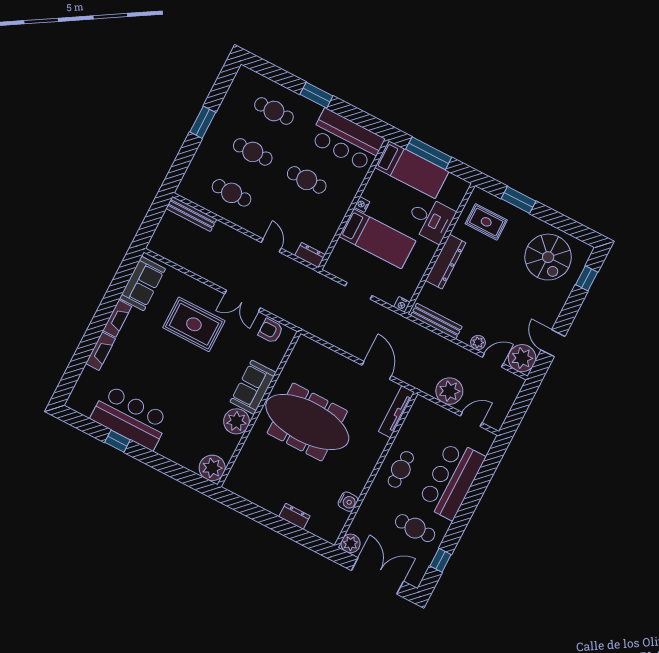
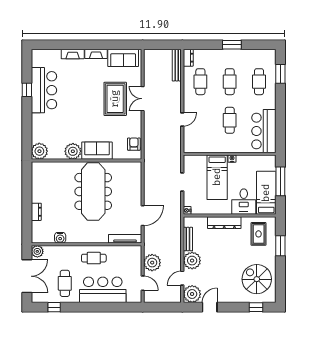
window: (316, 95) -> (280, 74), moved
bed: (412, 170) -> (266, 193), moved, turned 180
dresser: (310, 255) -> (188, 58), moved
spiral stairs: (548, 257) -> (257, 279), turned 90
double door: (242, 301) -> (143, 99), moved
bench: (436, 321) -> (188, 239), width x0.73
plant: (478, 343) -> (192, 261), width x1.87, depth x1.87
door: (493, 360) -> (182, 278), swing flipped

